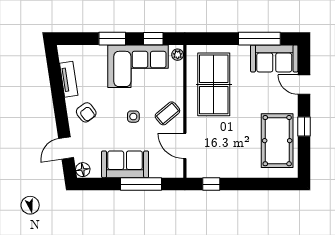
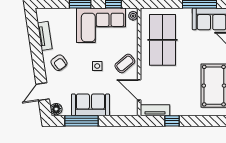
tv unit: (205, 171) -> (155, 110), added
window: (141, 184) -> (81, 121), moved
window: (211, 184) -> (172, 121), moved

